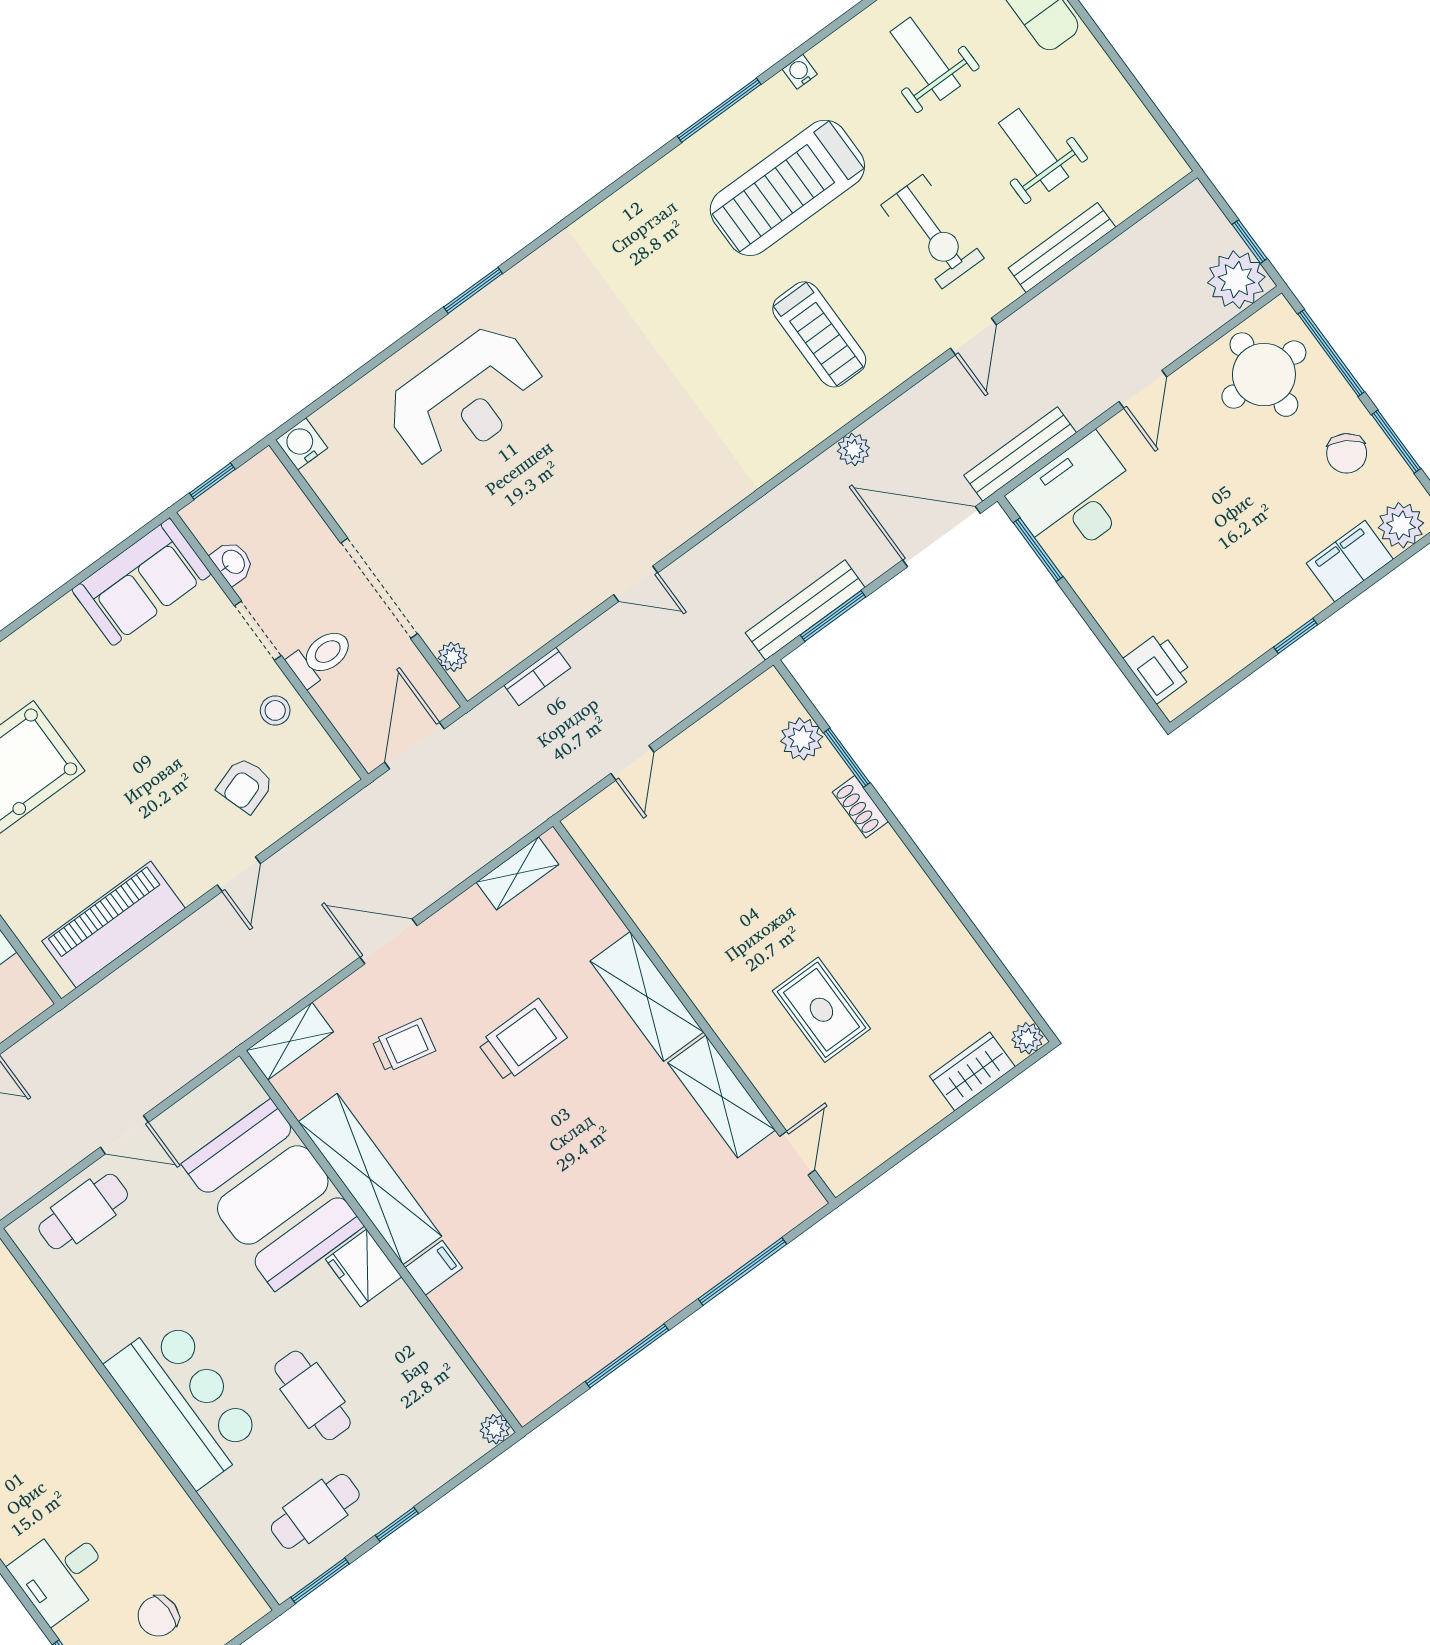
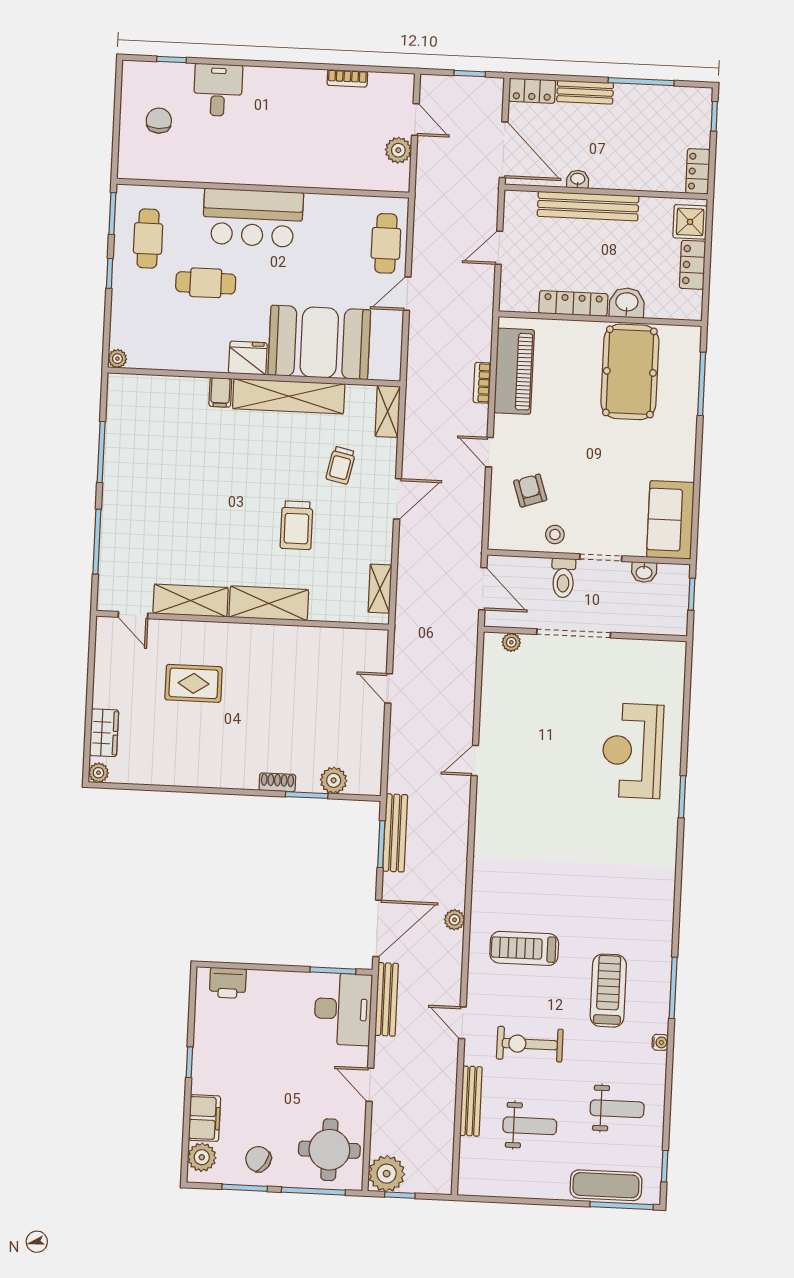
treadmill: (787, 188) -> (608, 991), width x0.73, depth x0.73
water cooler: (302, 444) -> (675, 652), removed
bookcase: (537, 677) -> (482, 383), moved

